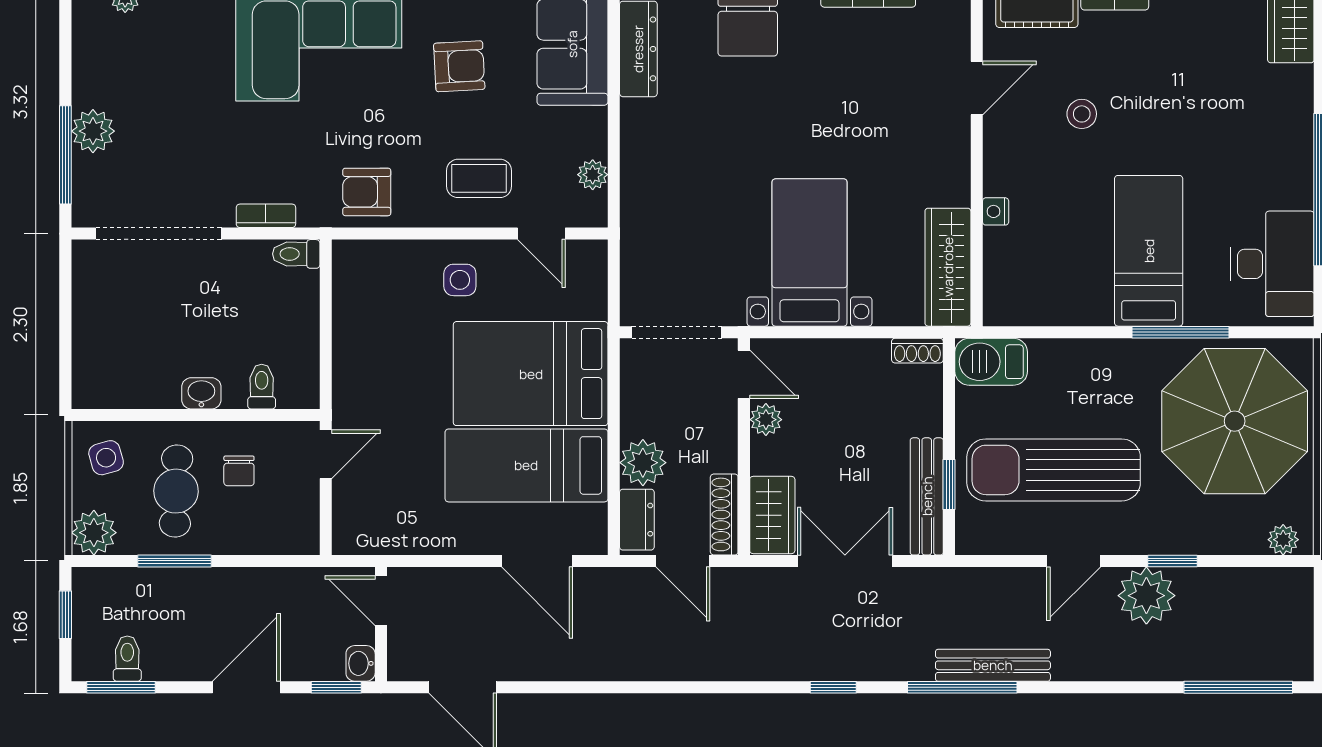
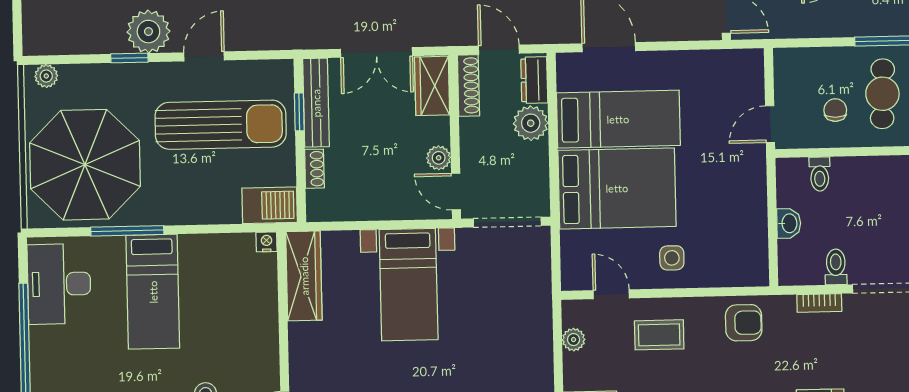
nightstand: (996, 211) -> (267, 242), moved, turned -90
toilet: (296, 254) -> (836, 267), moved, turned -90
shoe rack: (917, 351) -> (314, 169), moved, turned 90
washbasin: (201, 393) -> (789, 223), moved, turned -90

